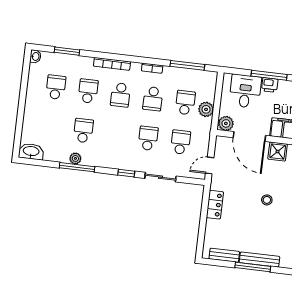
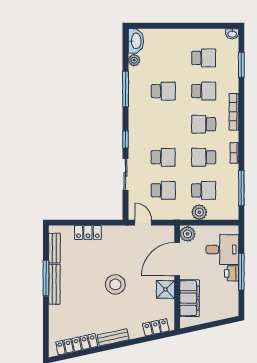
plant: (75, 158) -> (134, 60), moved
stool: (267, 200) -> (115, 284), width x1.89, depth x1.89
locker: (215, 205) -> (88, 233), moved

